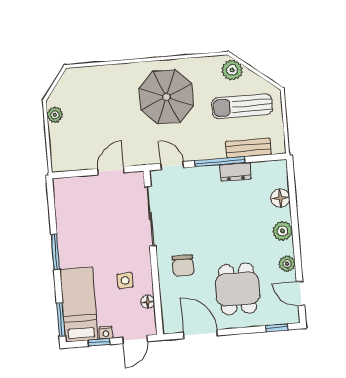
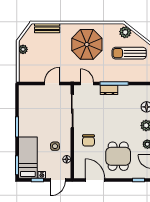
bench: (248, 148) -> (47, 28), moved
dresser: (235, 172) -> (109, 90), moved

